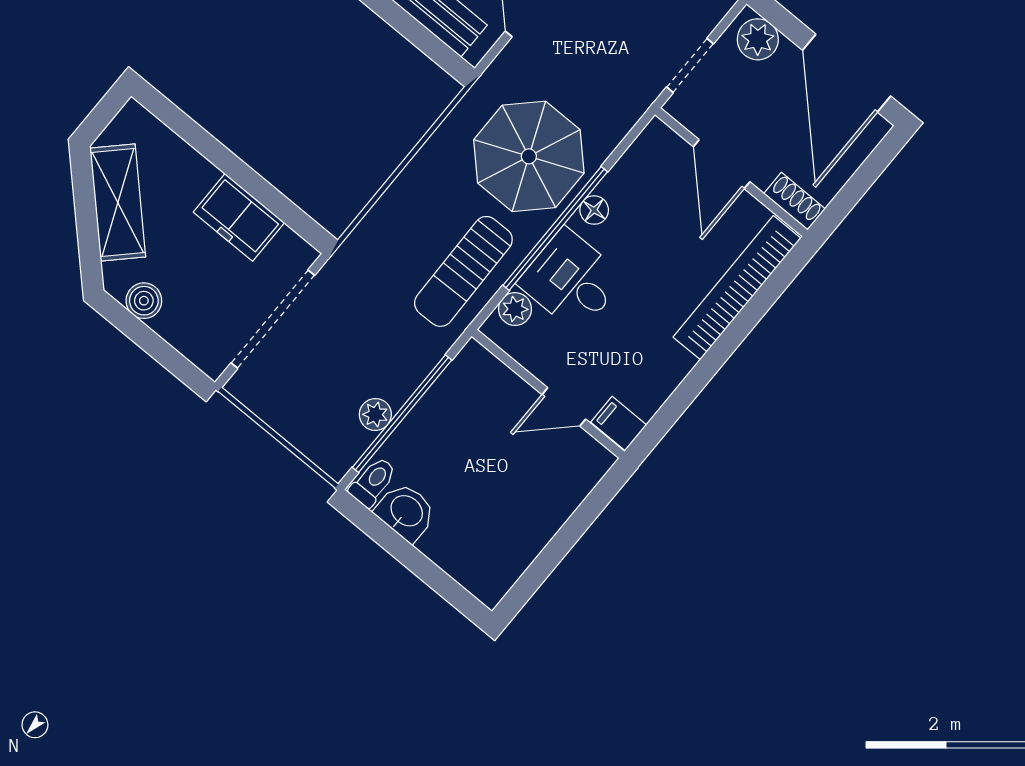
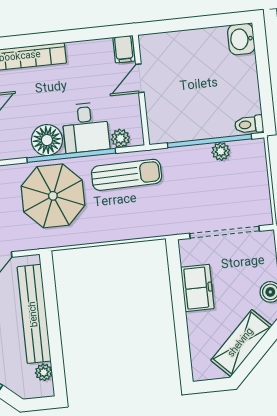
floor lamp: (594, 210) -> (47, 140), width x1.89, depth x1.89
door: (564, 407) -> (140, 78), swing flipped
washbasin: (406, 512) -> (241, 39), moved

